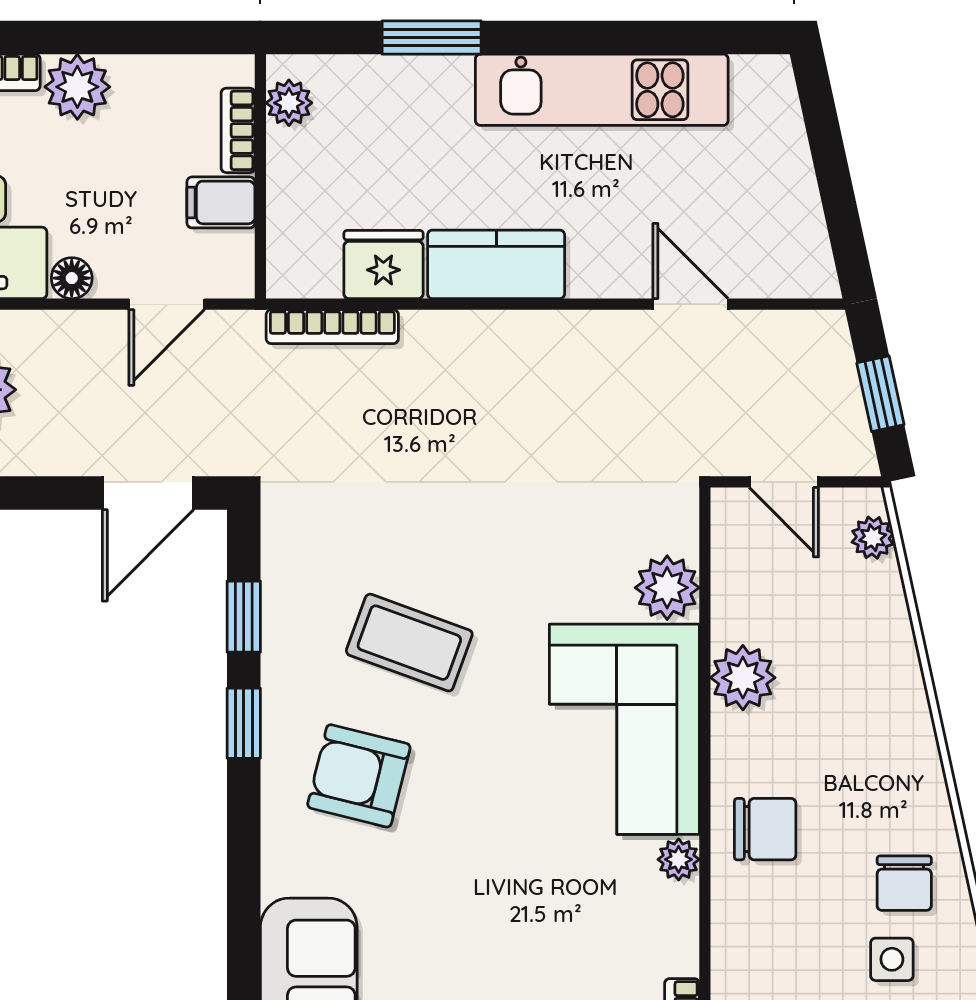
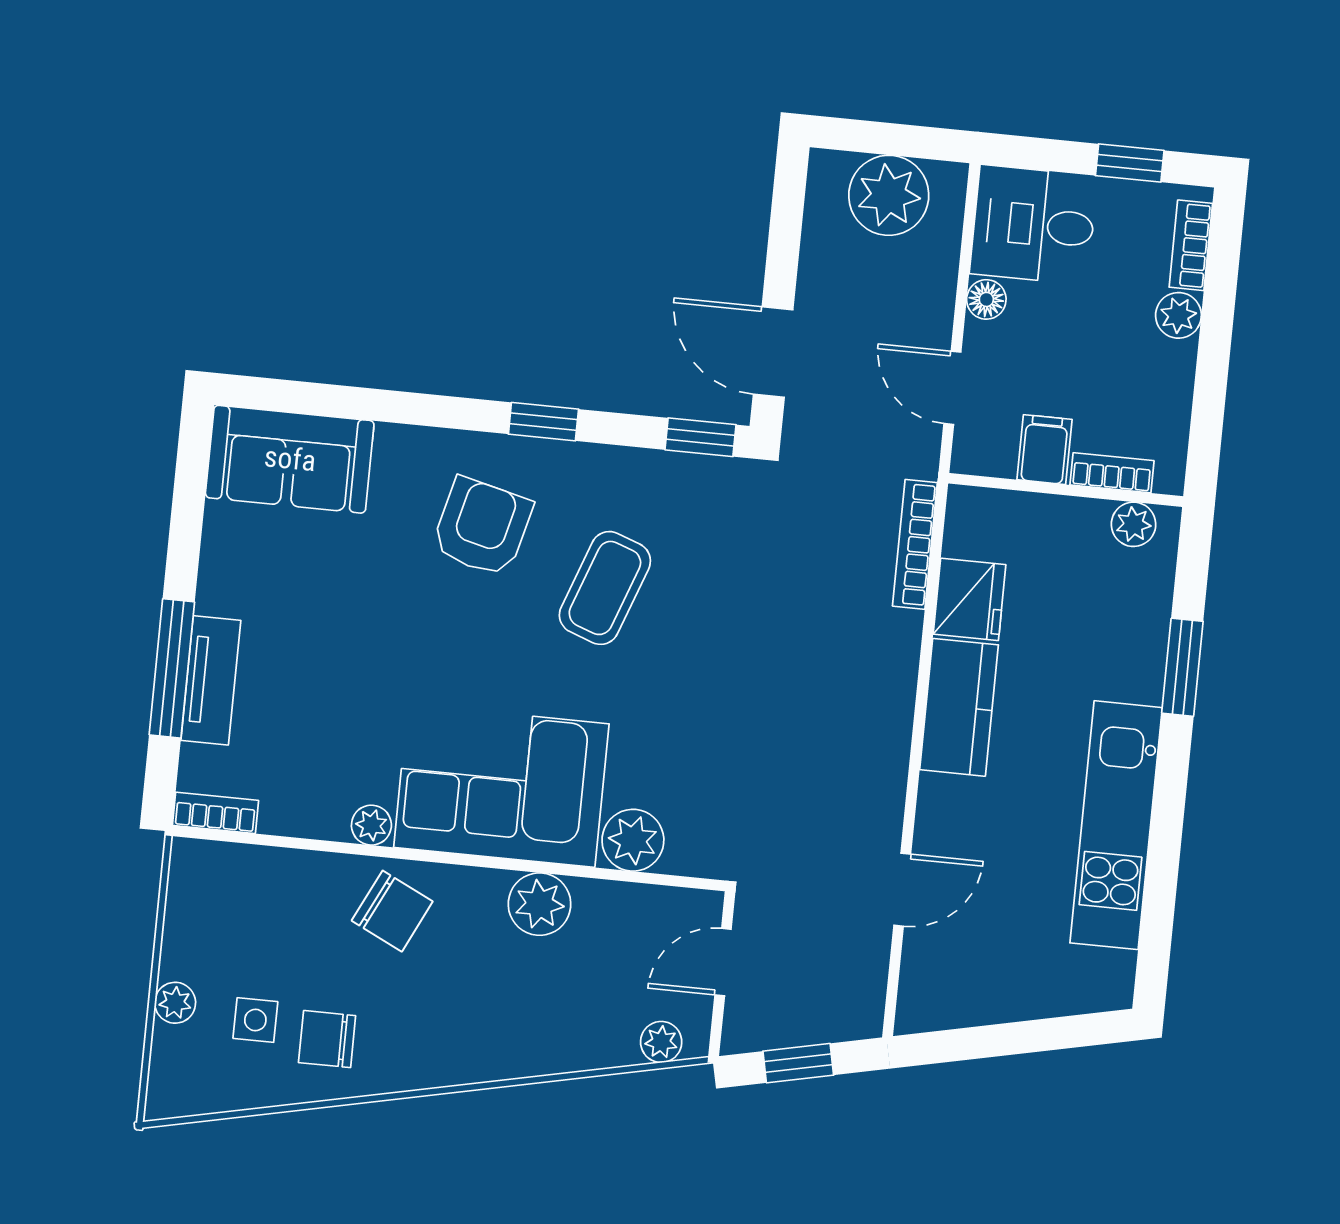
plant: (77, 87) -> (1178, 315), width x0.73, depth x0.73
window: (244, 617) -> (700, 437), moved
chair: (765, 829) -> (392, 911), turned -64

